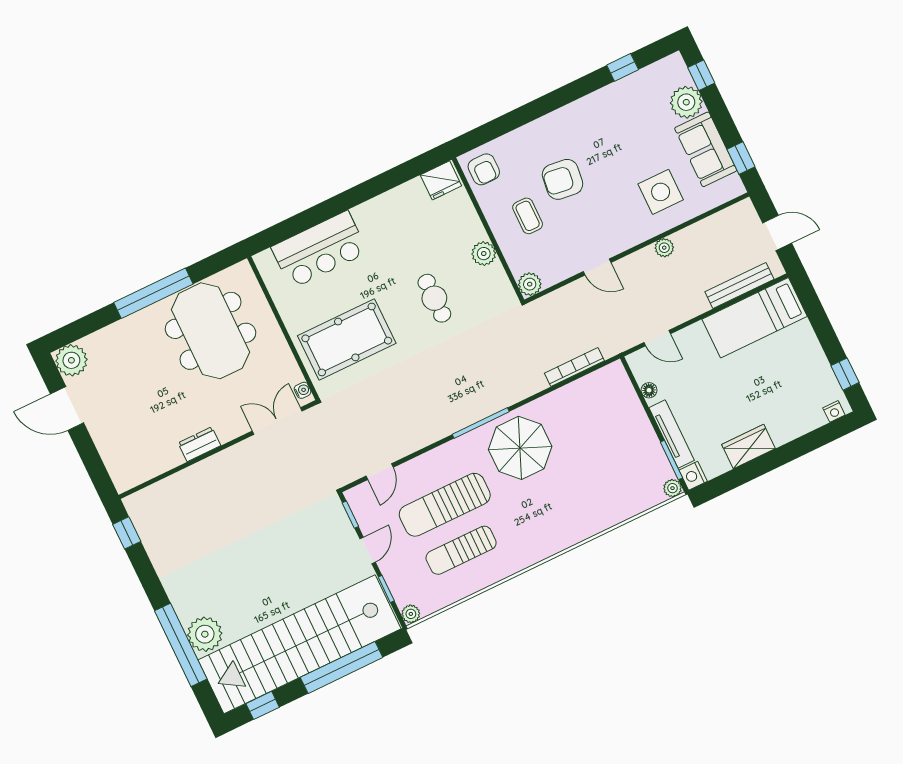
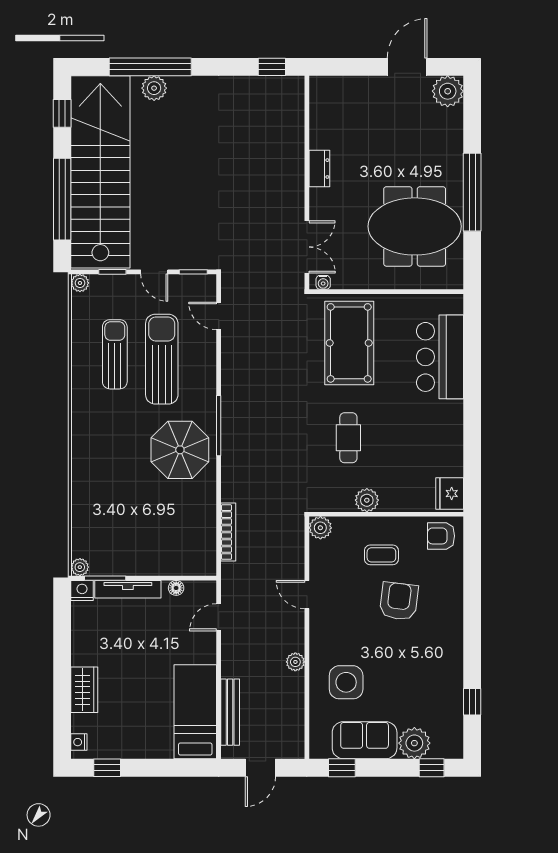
door: (597, 267) -> (307, 595), hinge flipped
cafe table: (434, 298) -> (348, 438), turned 90
wardrobe: (748, 447) -> (84, 690), moved
plant: (205, 634) -> (154, 88), width x0.73, depth x0.73

